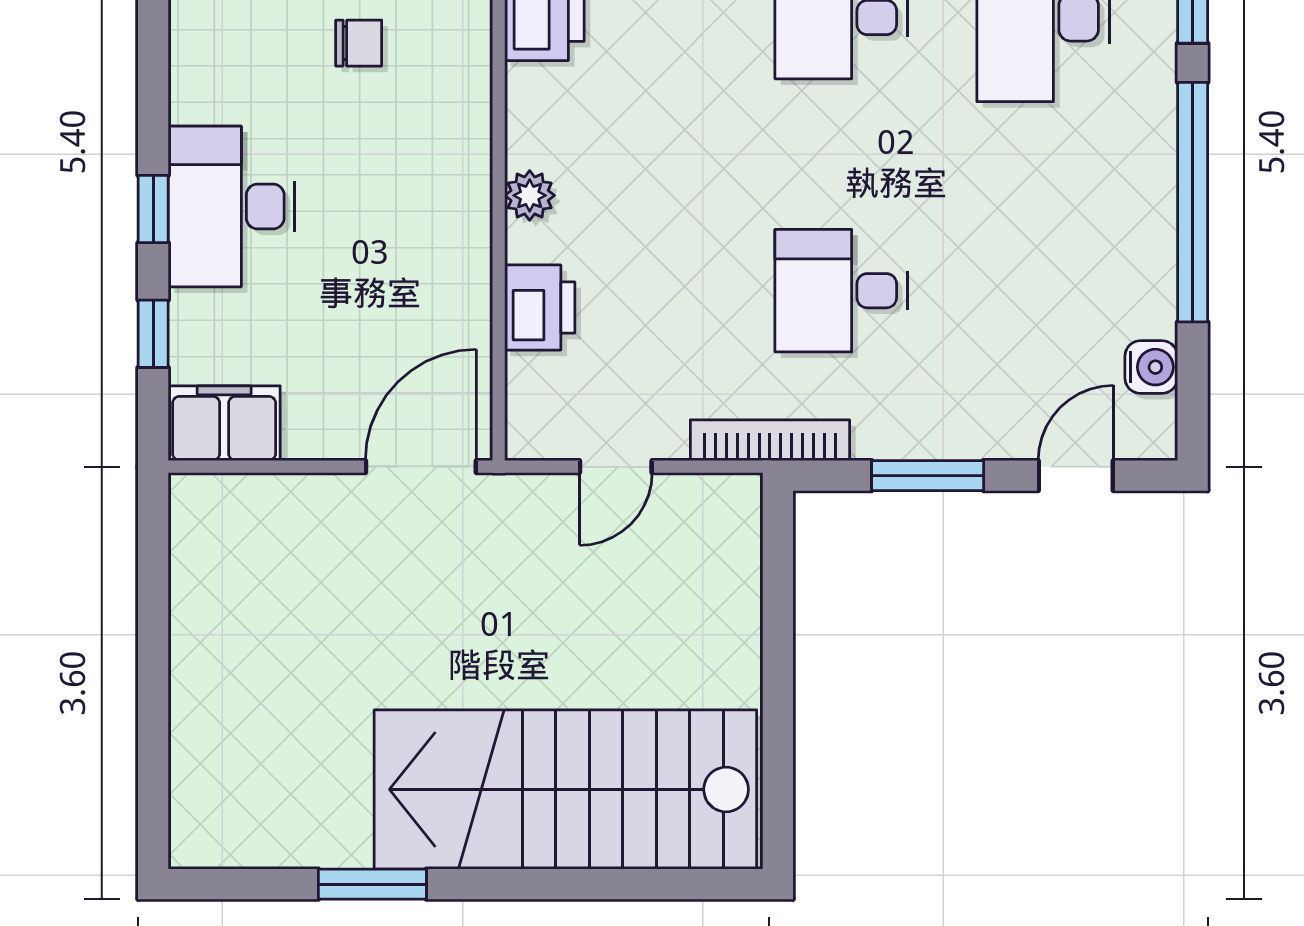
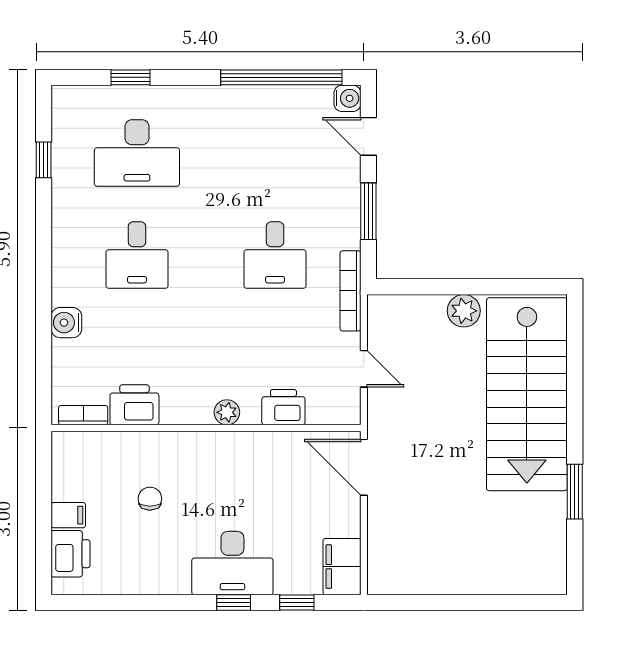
window: (1193, 202) -> (281, 77), moved
water cooler: (1151, 367) -> (347, 98), moved, turned 90
plant: (731, 664) -> (464, 311), added

